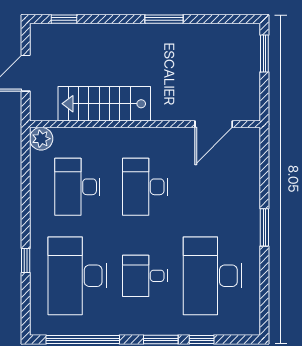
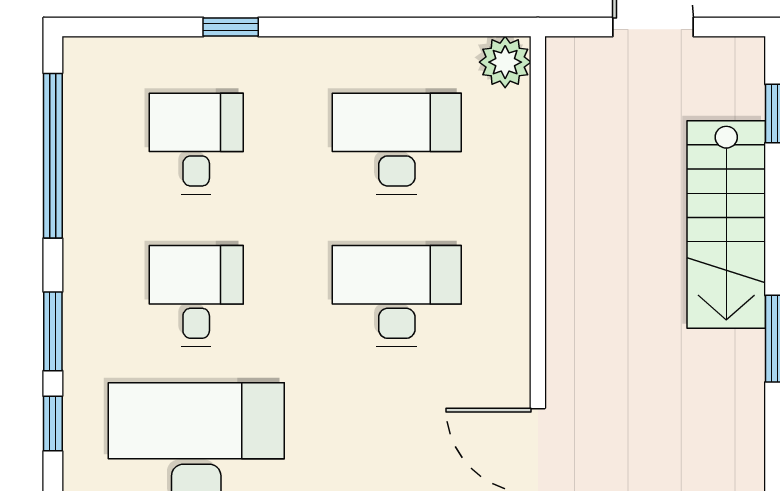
stairs: (104, 104) -> (726, 224), moved, turned 180
desk: (77, 276) -> (196, 144), width x0.53, depth x0.77

